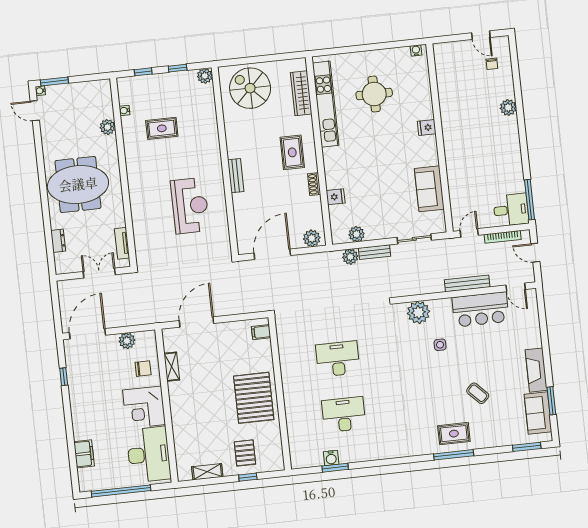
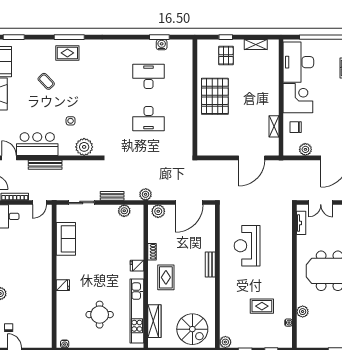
fridge: (336, 197) -> (137, 266), moved
plant: (350, 257) -> (146, 194), moved
filing cabinet: (261, 332) -> (204, 145), removed
desk: (344, 414) -> (149, 76), turned 180

